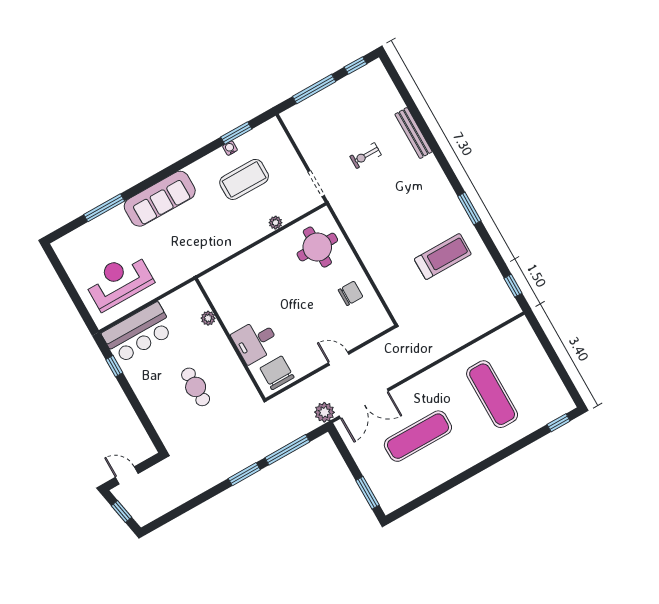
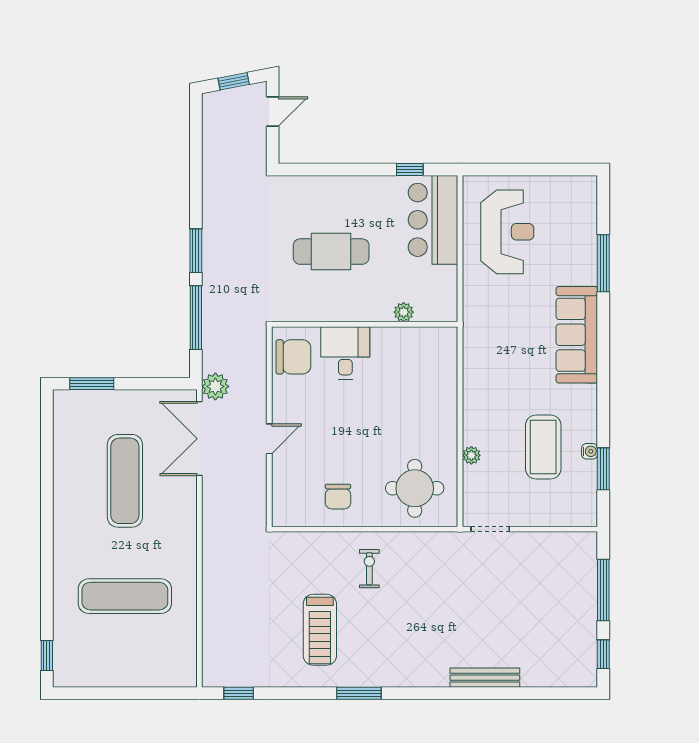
exercise bike: (366, 156) -> (369, 569), moved
cafe table: (196, 387) -> (331, 252), width x1.37, depth x1.35

